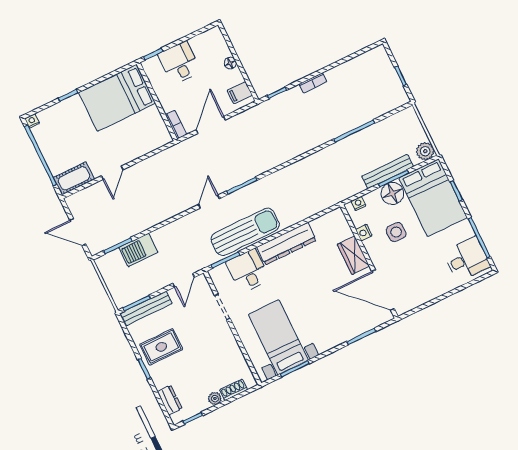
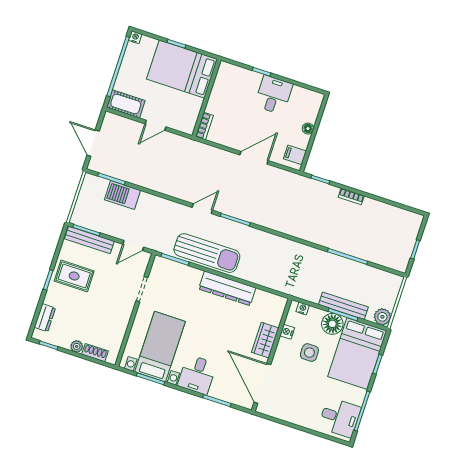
bed: (117, 98) -> (182, 69), moved
wall: (157, 102) -> (207, 98), moved
bookcase: (176, 125) -> (204, 126), moved
desk: (248, 271) -> (197, 375), moved, turned 180

